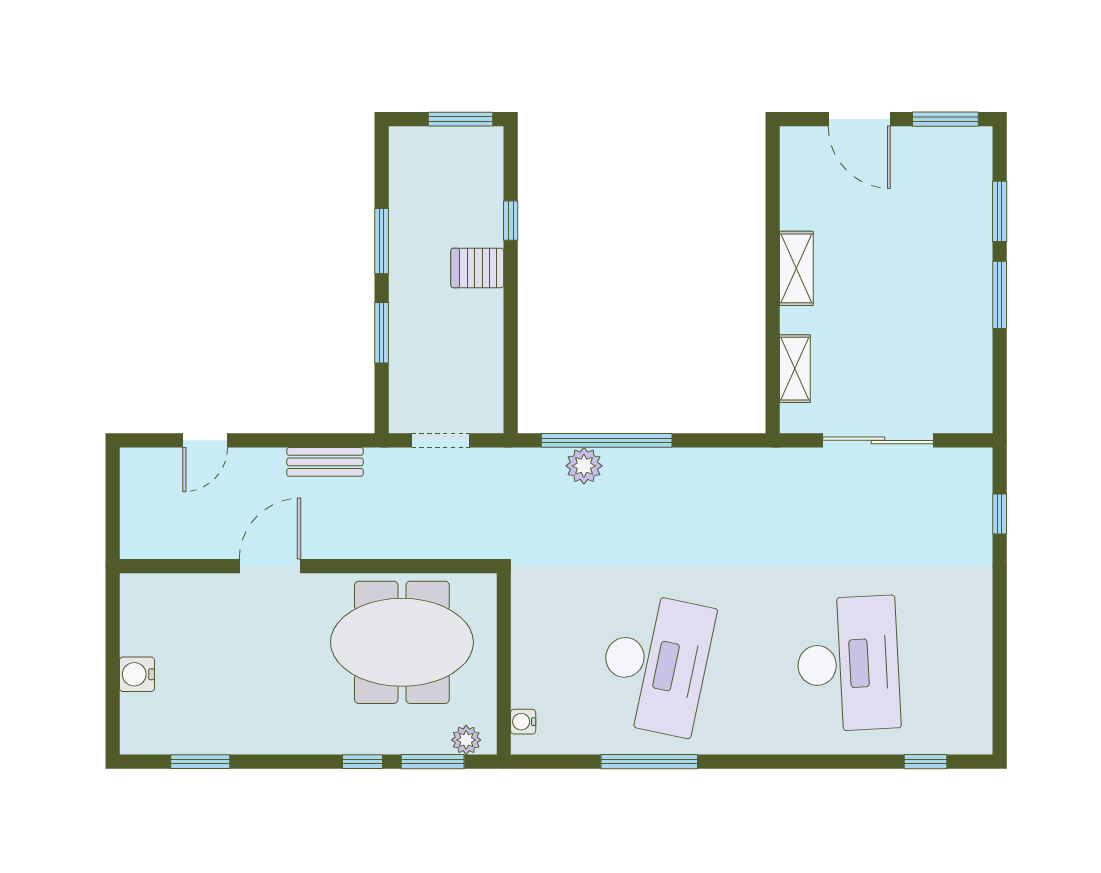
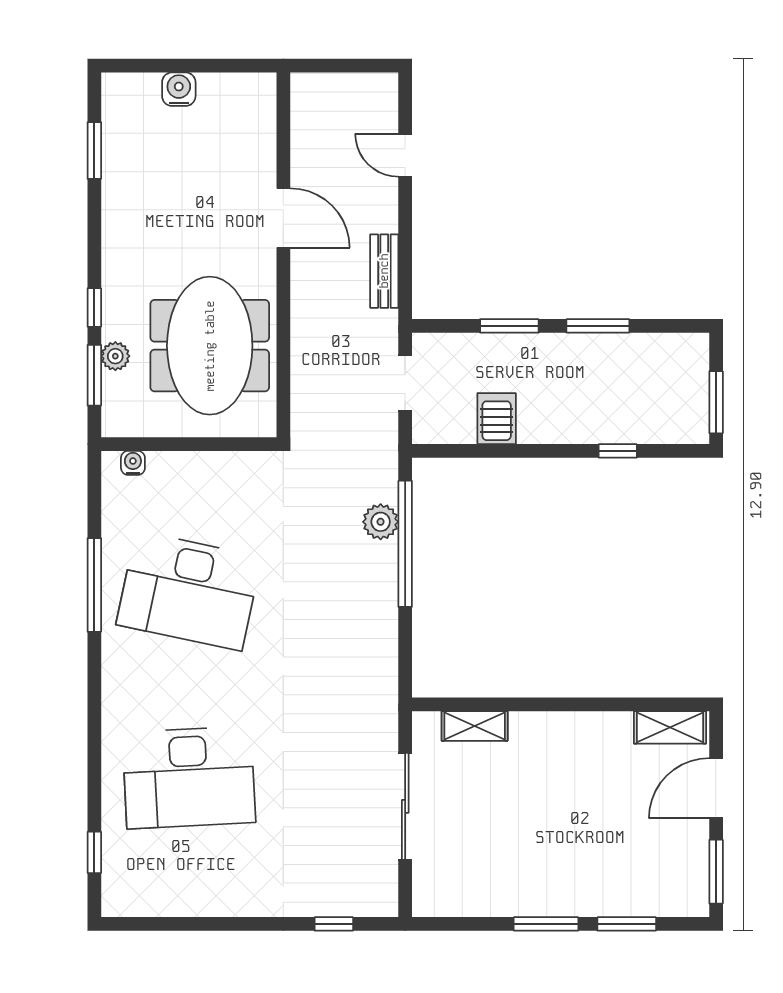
server rack: (477, 268) -> (497, 419), moved
shelving: (796, 268) -> (670, 727), moved
plant: (466, 740) -> (115, 356), moved

